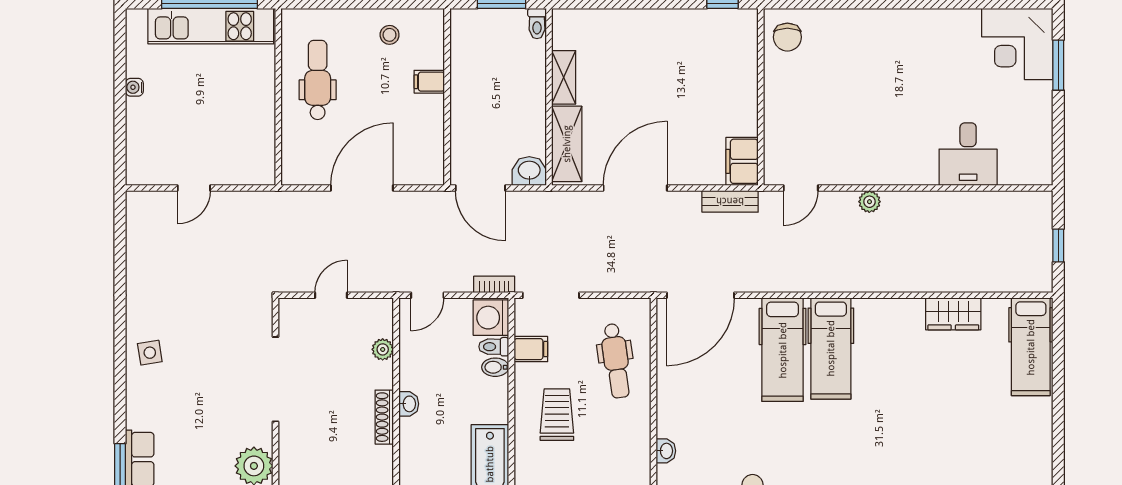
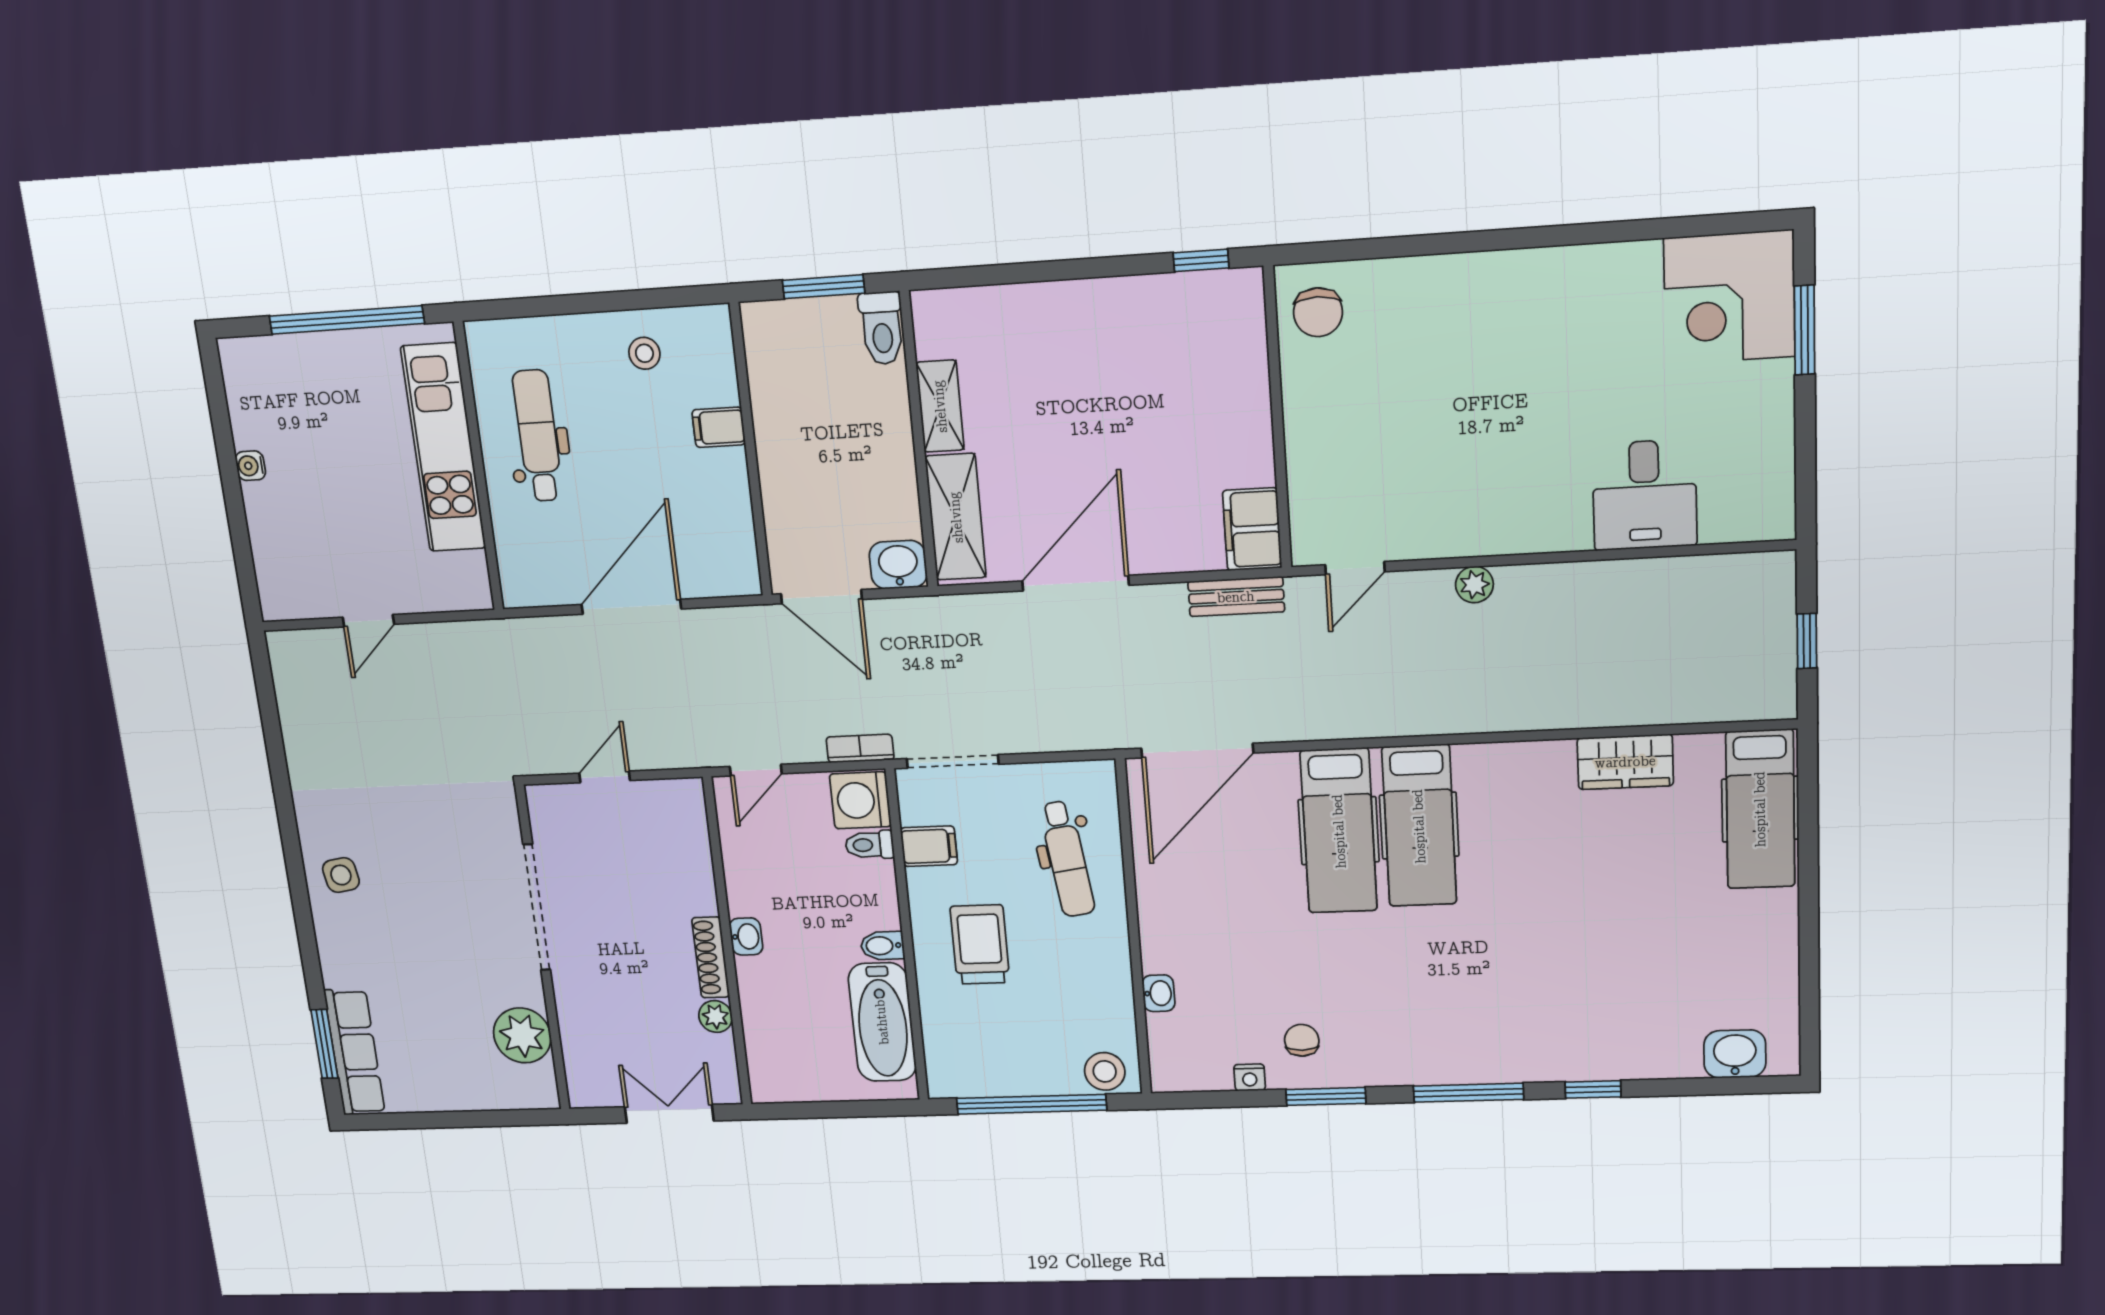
toilet: (537, 24) -> (882, 328), width x1.37, depth x1.39
kitchen unit: (211, 26) -> (443, 448), moved, turned 90
plant: (383, 349) -> (715, 1016), moved
bidet: (495, 367) -> (882, 946), moved

